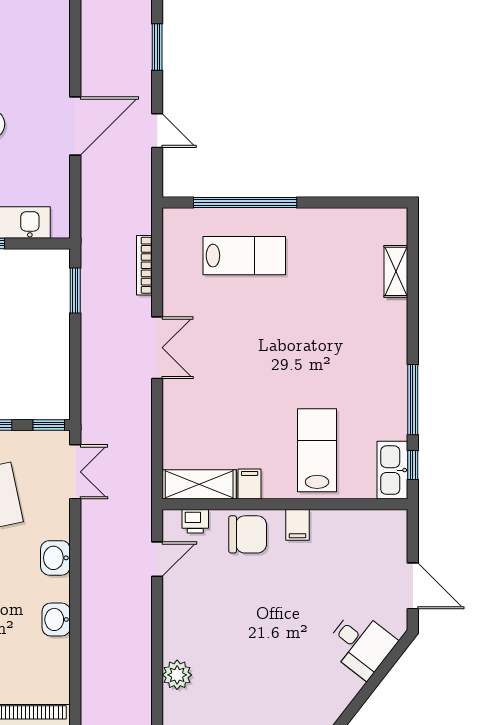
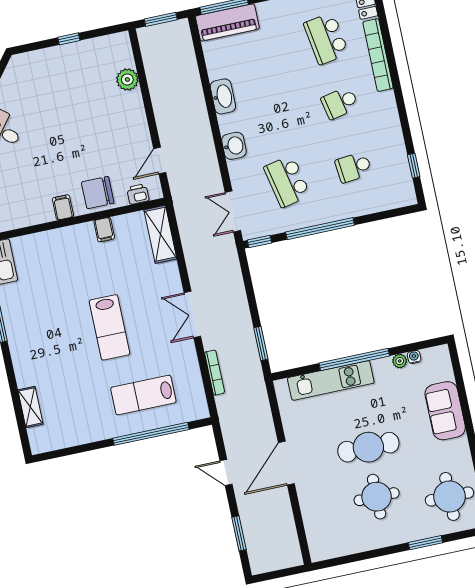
lab bench: (317, 450) -> (110, 327), moved
shelving: (199, 484) -> (160, 234), moved, turned 90
washbasin: (56, 619) -> (223, 96), width x1.38

